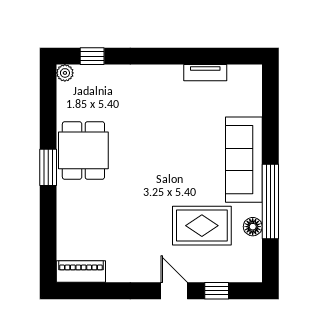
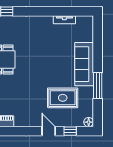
window: (270, 201) -> (98, 85), width x0.68
floor lamp: (253, 227) -> (89, 122), moved

